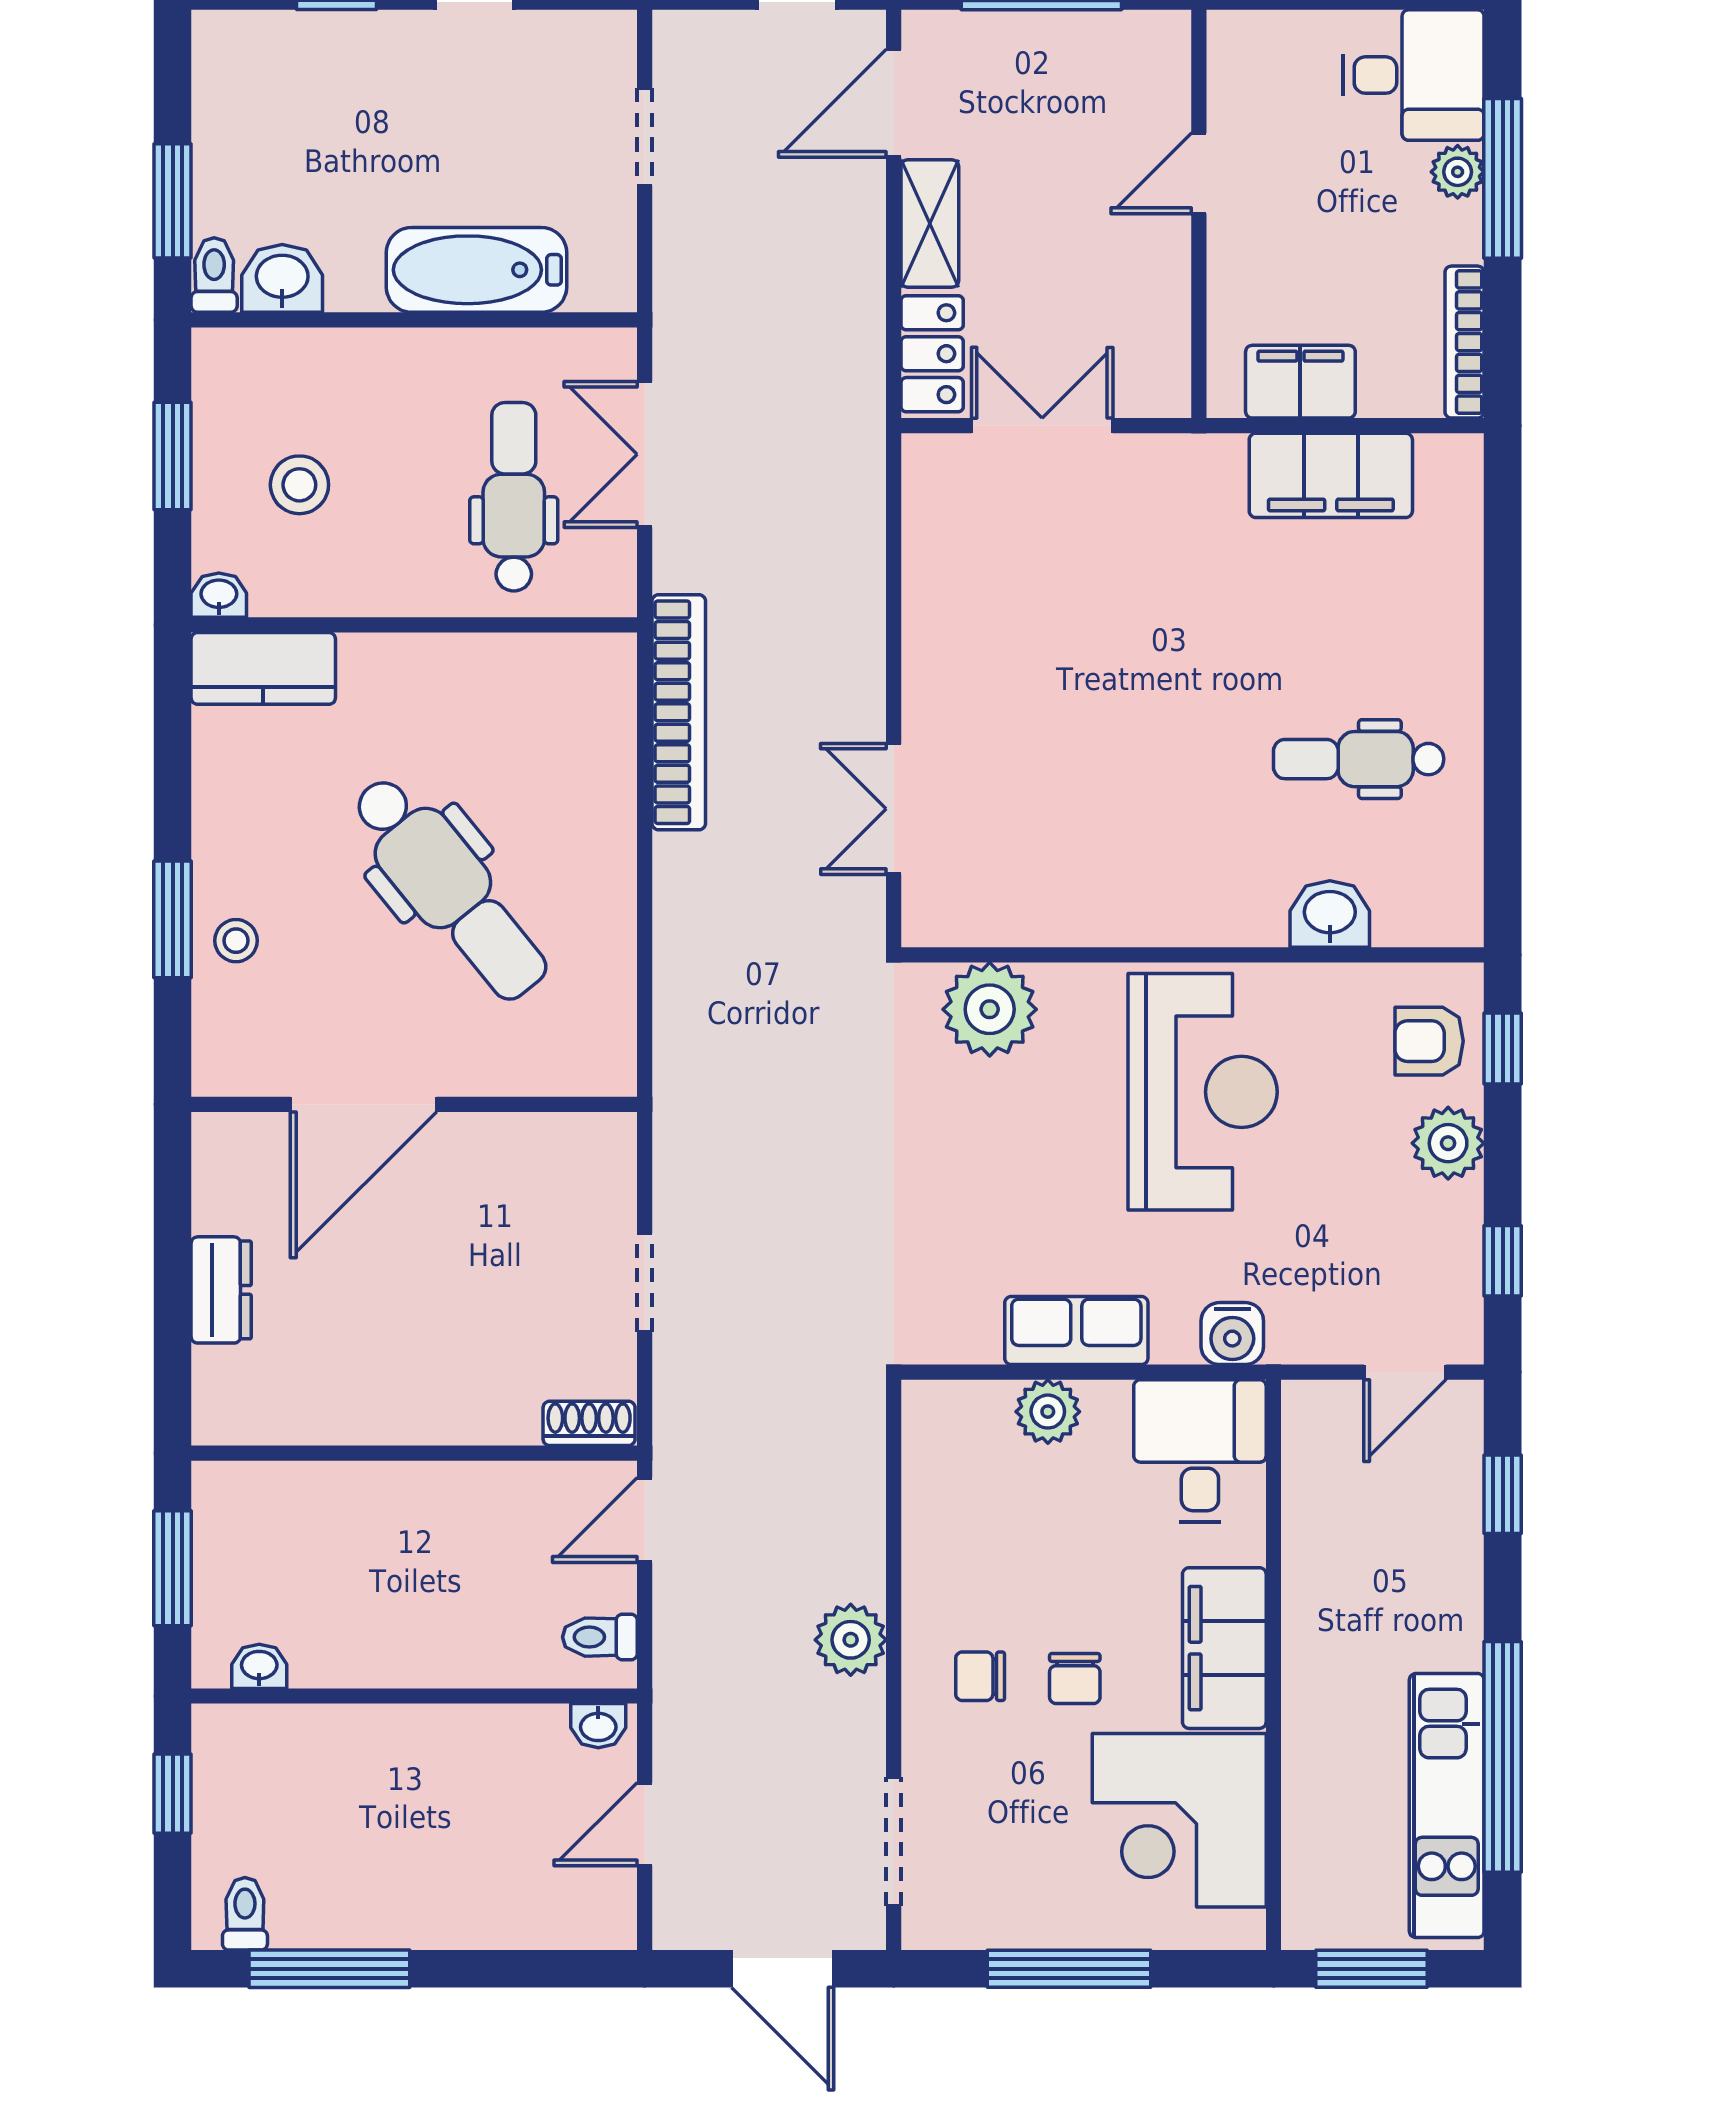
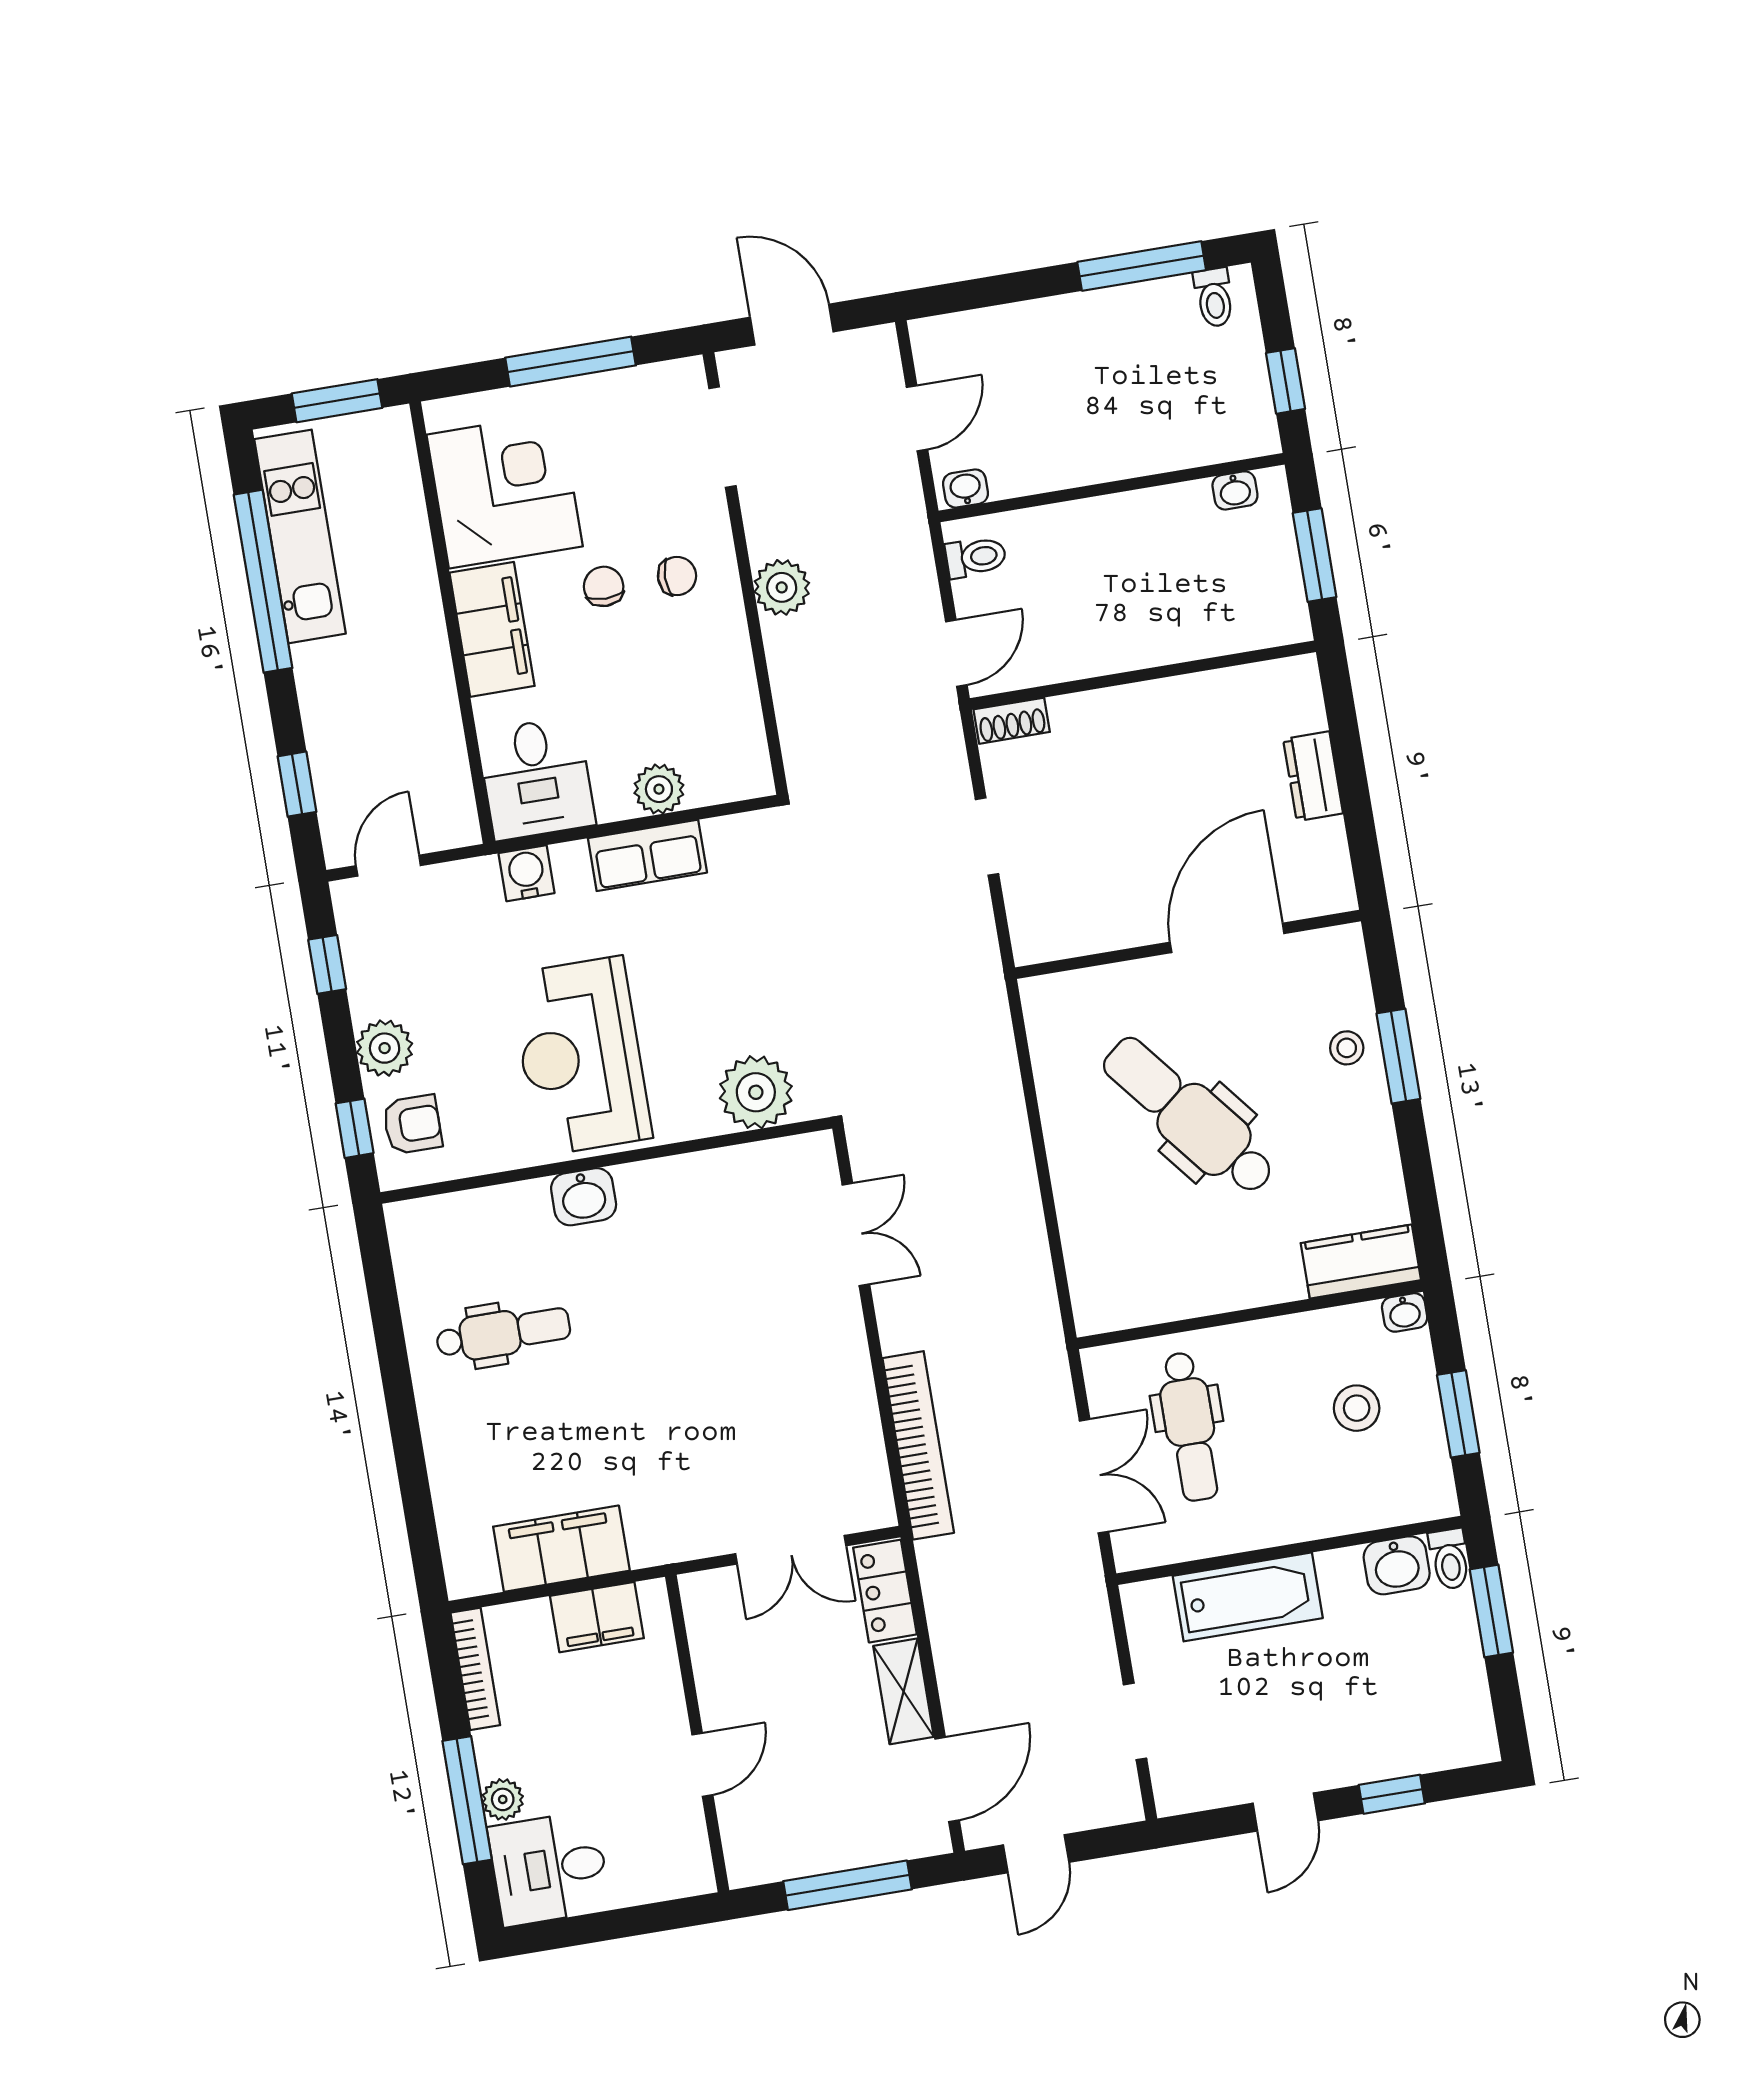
bookcase: (679, 712) -> (918, 1445), moved, turned 180
washbasin: (1330, 914) -> (584, 1197), moved

